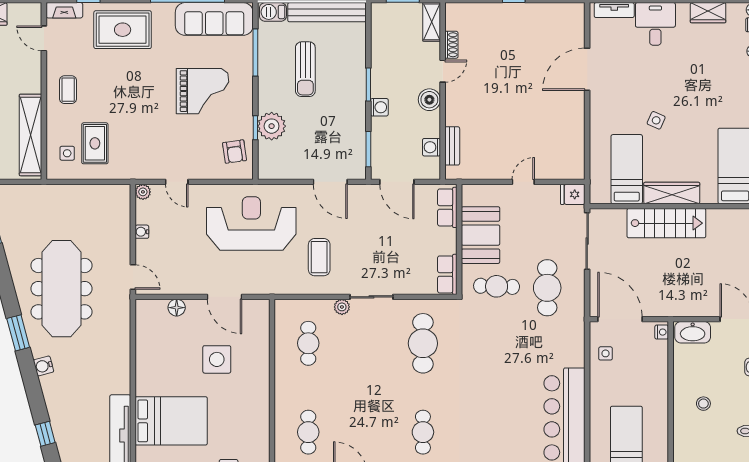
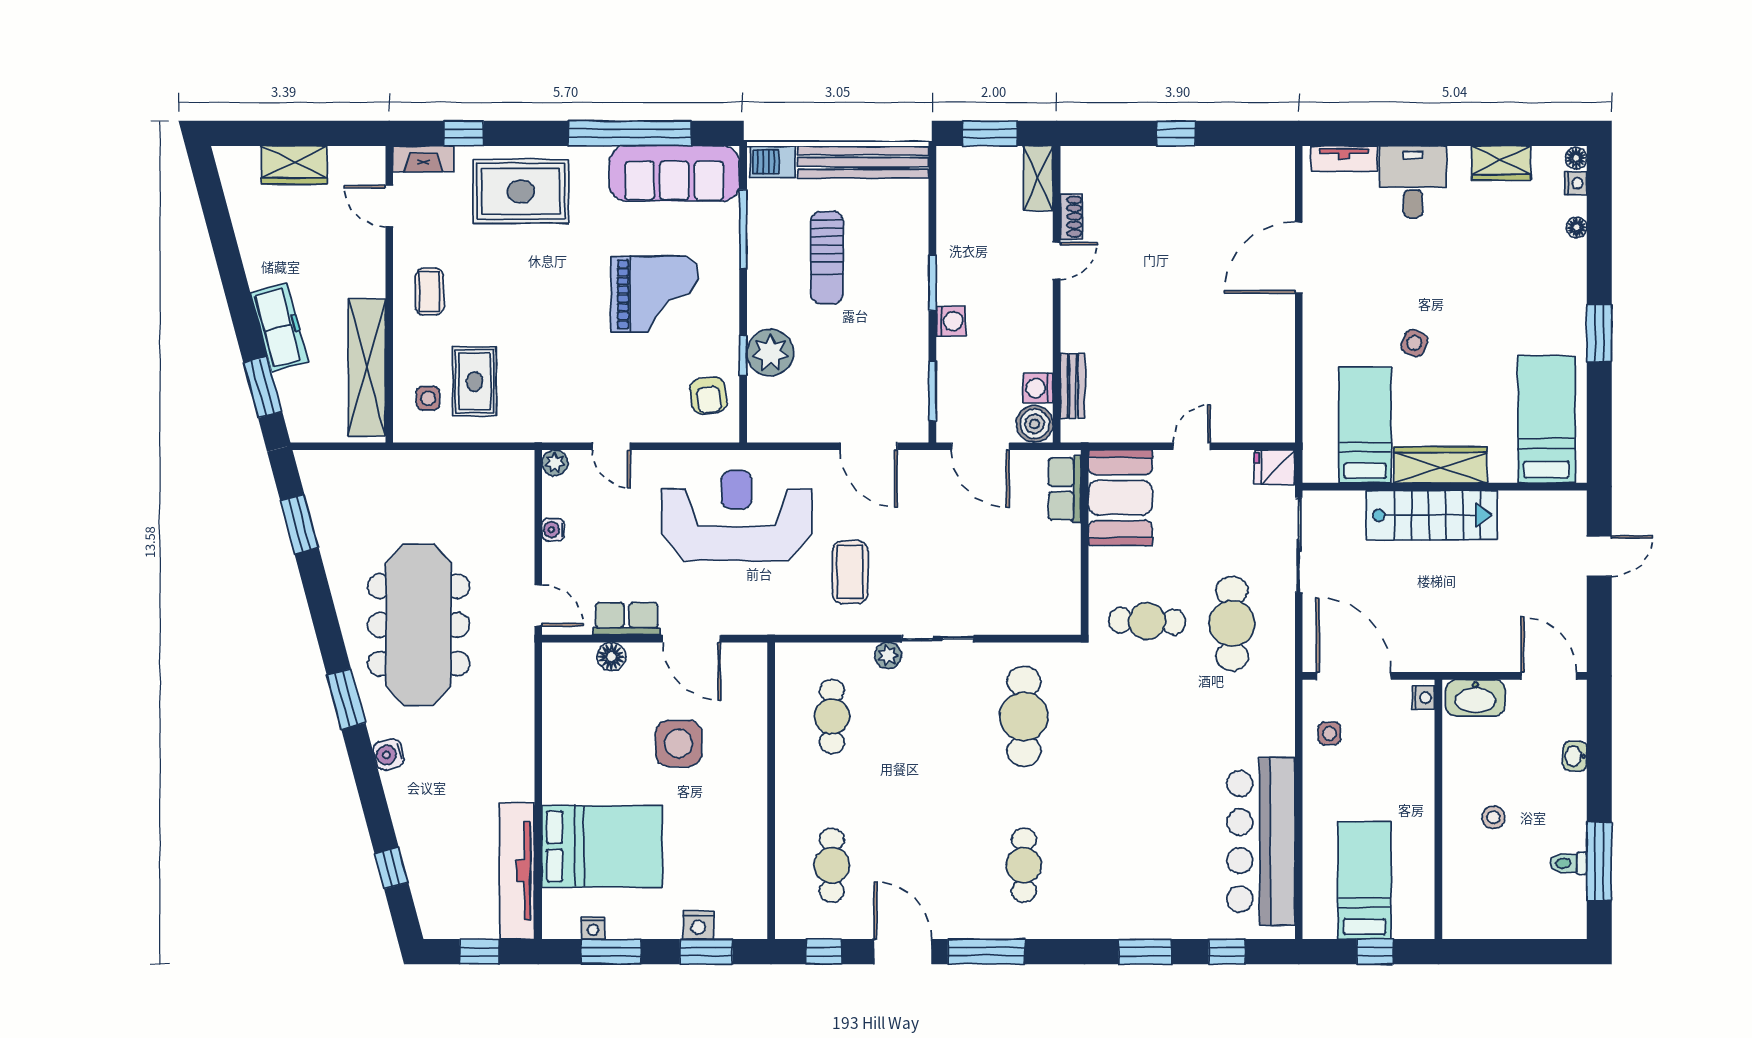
boiler: (429, 100) -> (1035, 424), moved
booth: (481, 235) -> (1120, 498), moved
row of seats: (447, 274) -> (627, 619), moved, turned 90

